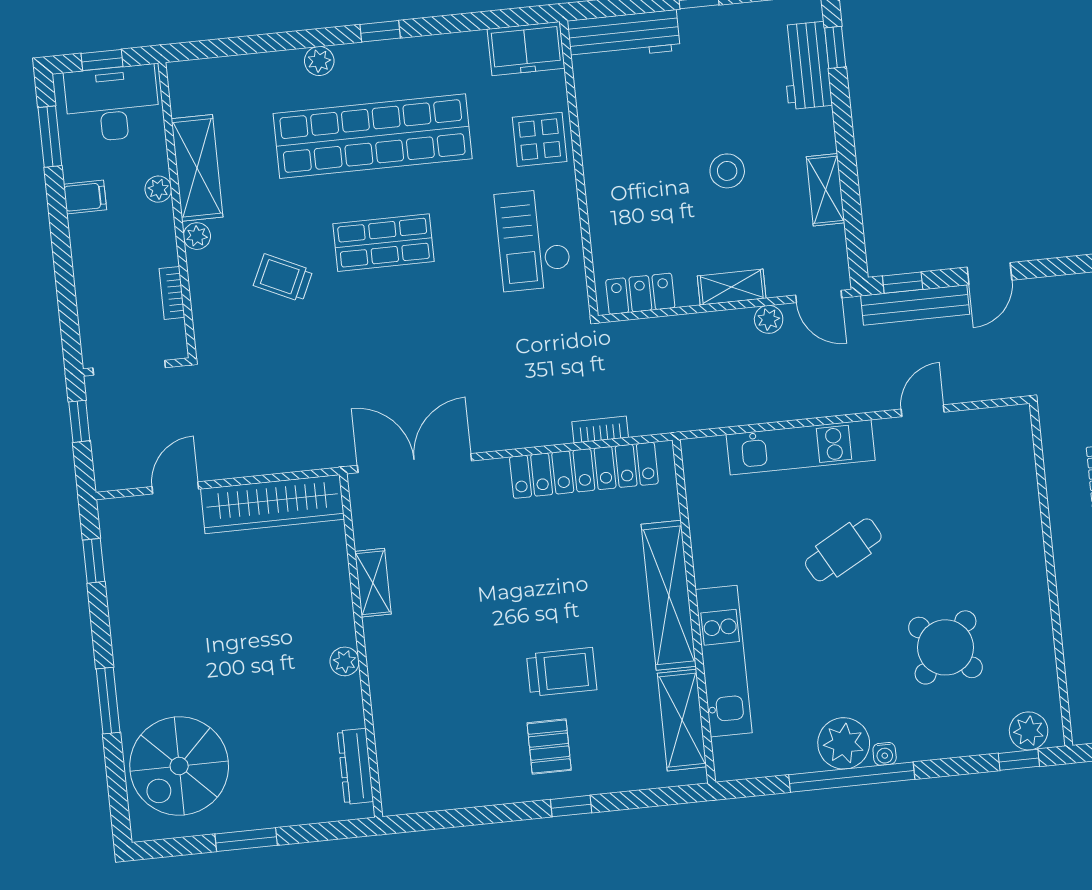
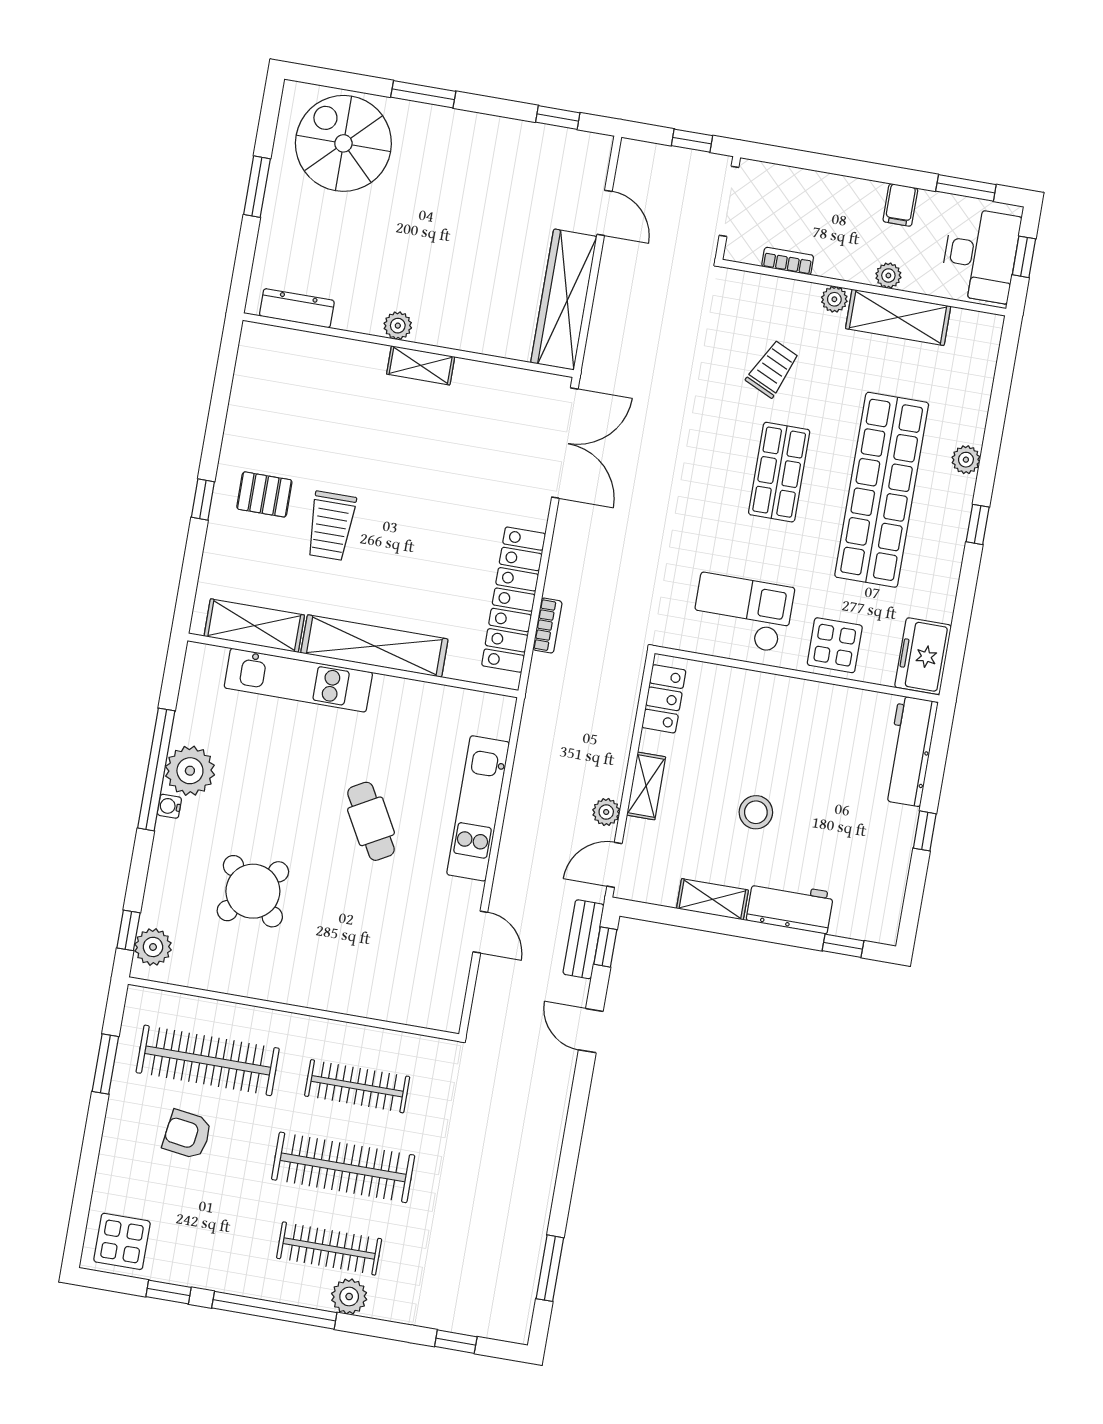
workbench: (806, 65) -> (790, 907), moved
bench: (915, 305) -> (583, 939), width x0.73
shelving: (373, 583) -> (421, 365), moved

